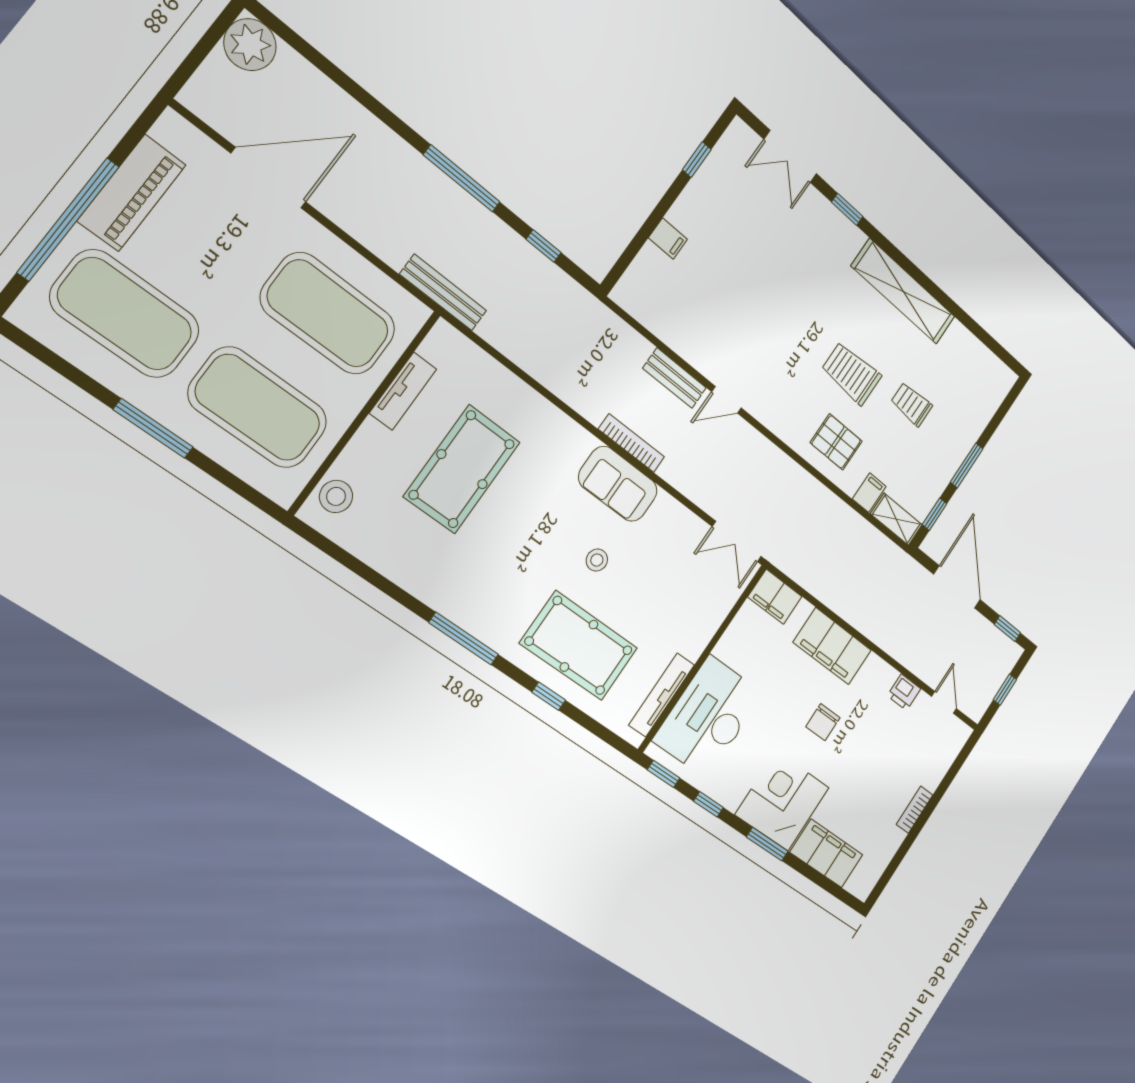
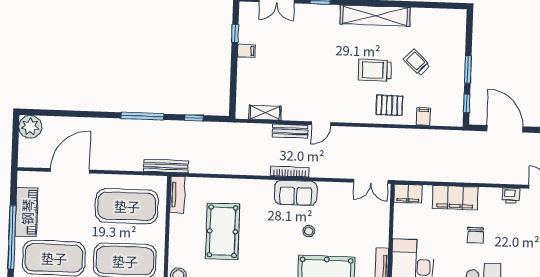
filing cabinet: (668, 238) -> (246, 51), moved
tv unit: (403, 391) -> (177, 195), moved
trolley: (912, 404) -> (417, 62), turned 43
shelving: (896, 519) -> (265, 113), moved

